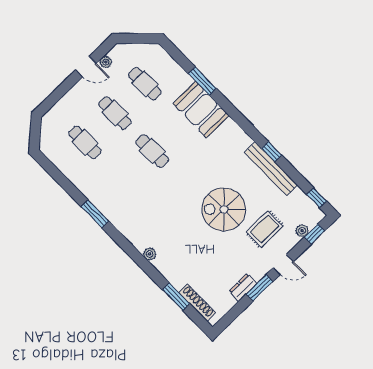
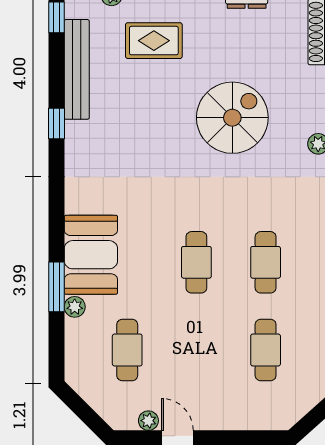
plant: (186, 80) -> (75, 307), added
cafe table: (115, 113) -> (266, 262), moved
bench: (271, 169) -> (77, 69), moved
spiral stairs: (224, 209) -> (232, 118), moved, turned -90

